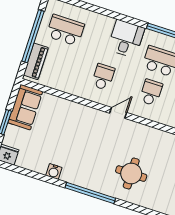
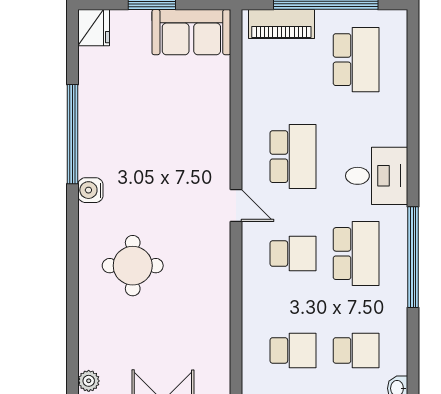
school desk: (103, 77) -> (293, 157), width x1.85
water cooler: (54, 171) -> (90, 190), moved
window: (90, 193) -> (73, 134), moved

